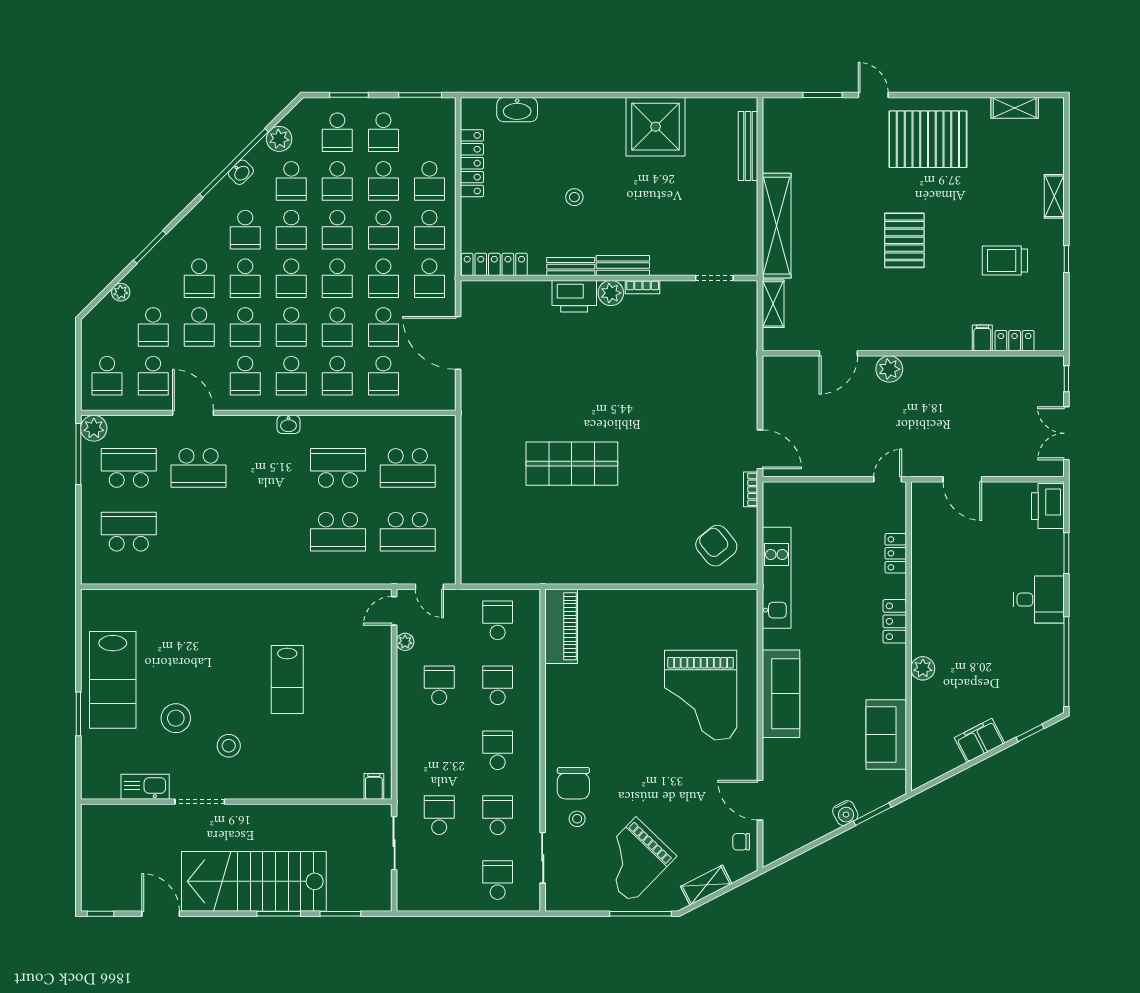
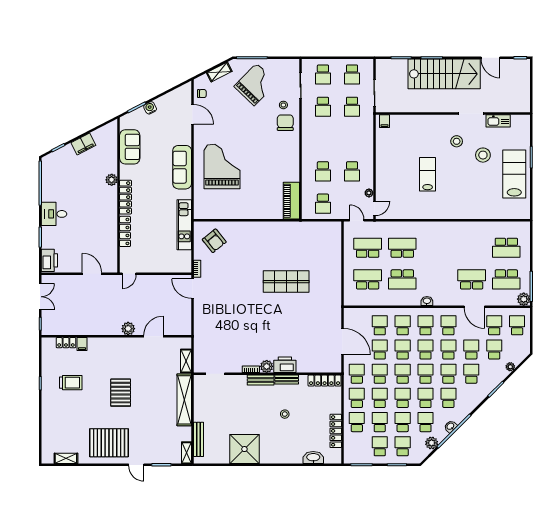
shelving: (1054, 196) -> (186, 453), moved
locker: (896, 553) -> (125, 231), width x1.53
locker: (895, 621) -> (126, 197), width x1.53
school desk: (498, 750) -> (352, 74), moved

